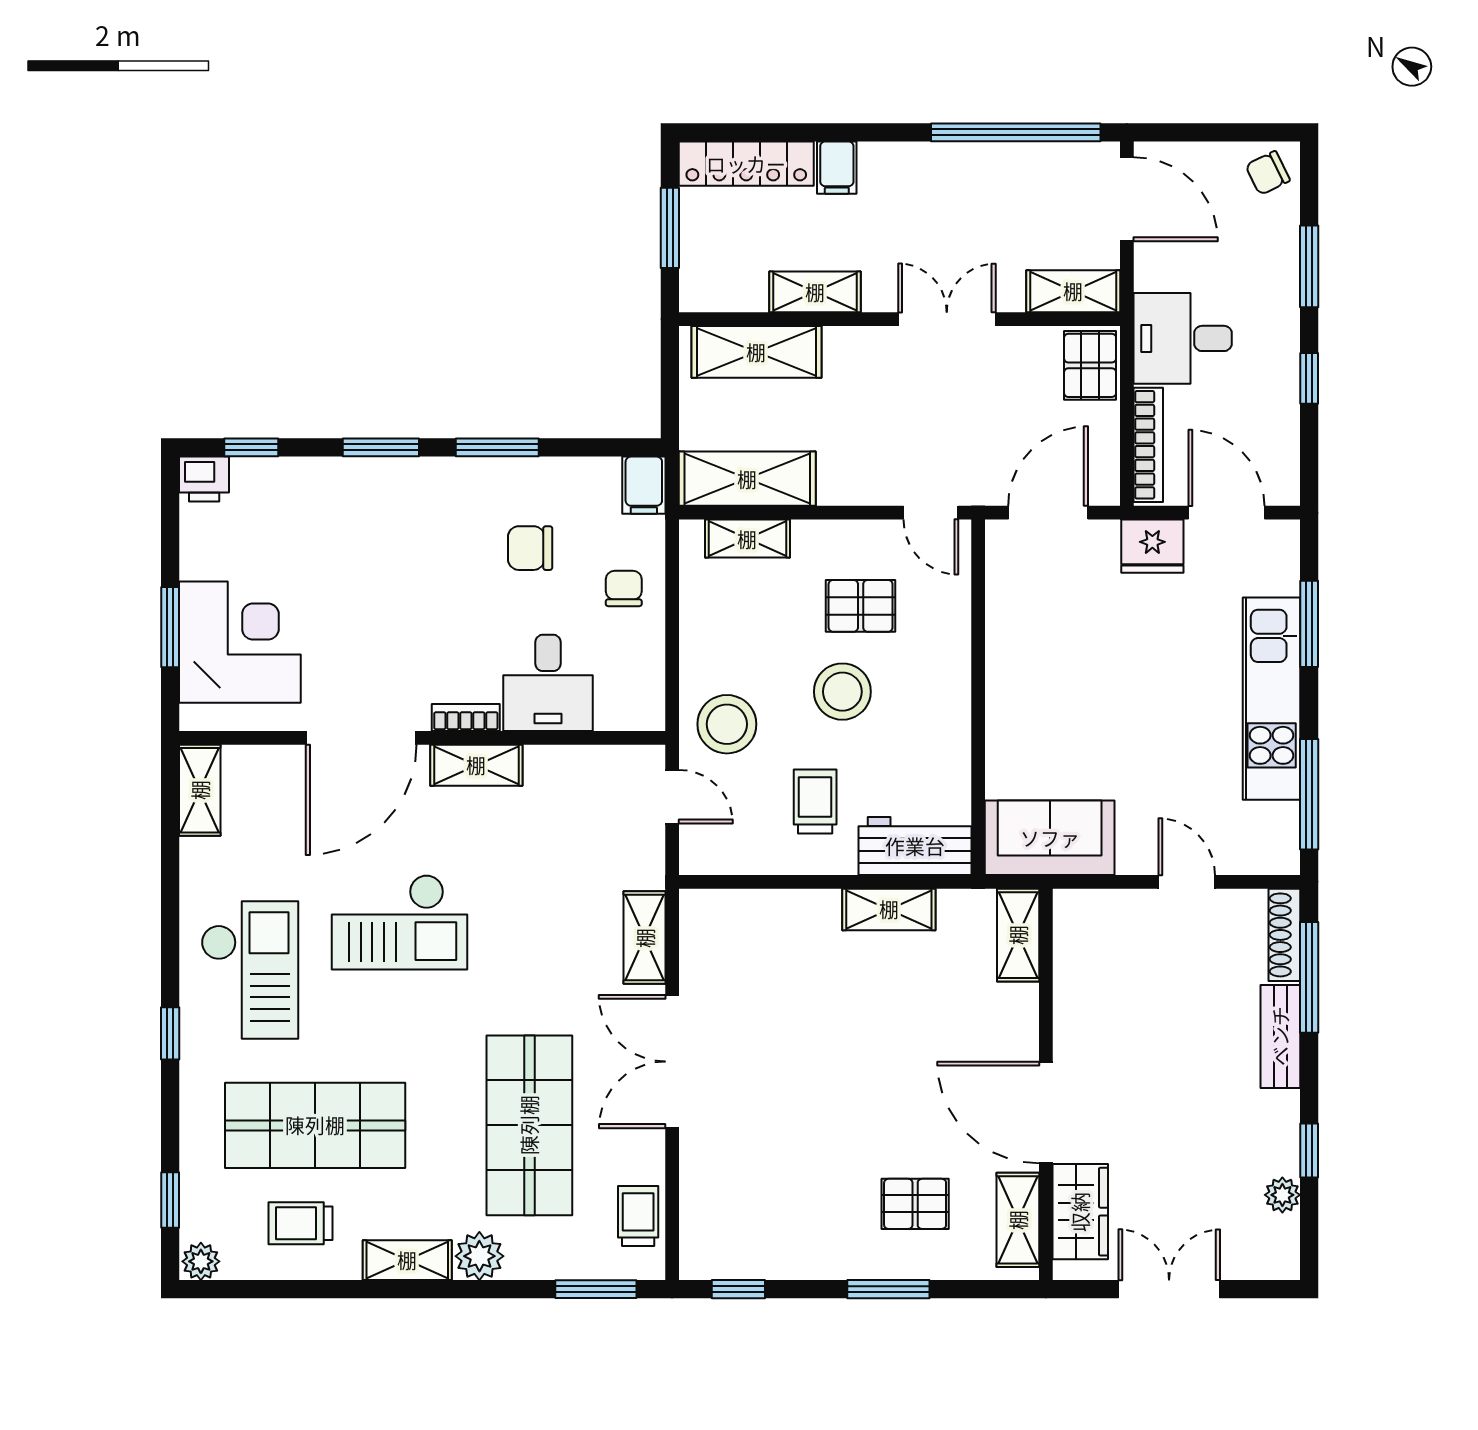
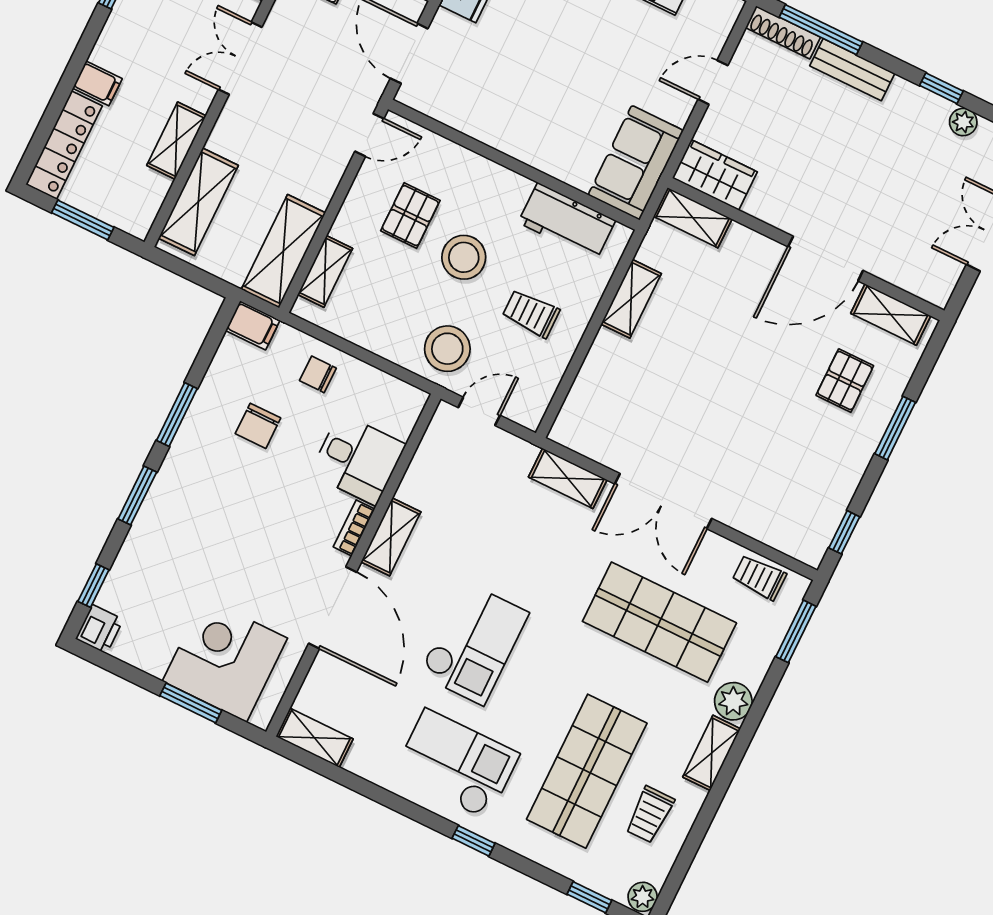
workbench: (915, 846) -> (567, 221), moved, turned -90
wardrobe: (1080, 1212) -> (715, 175), moved

